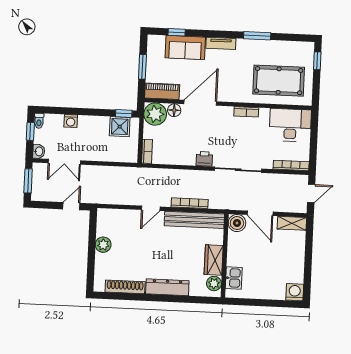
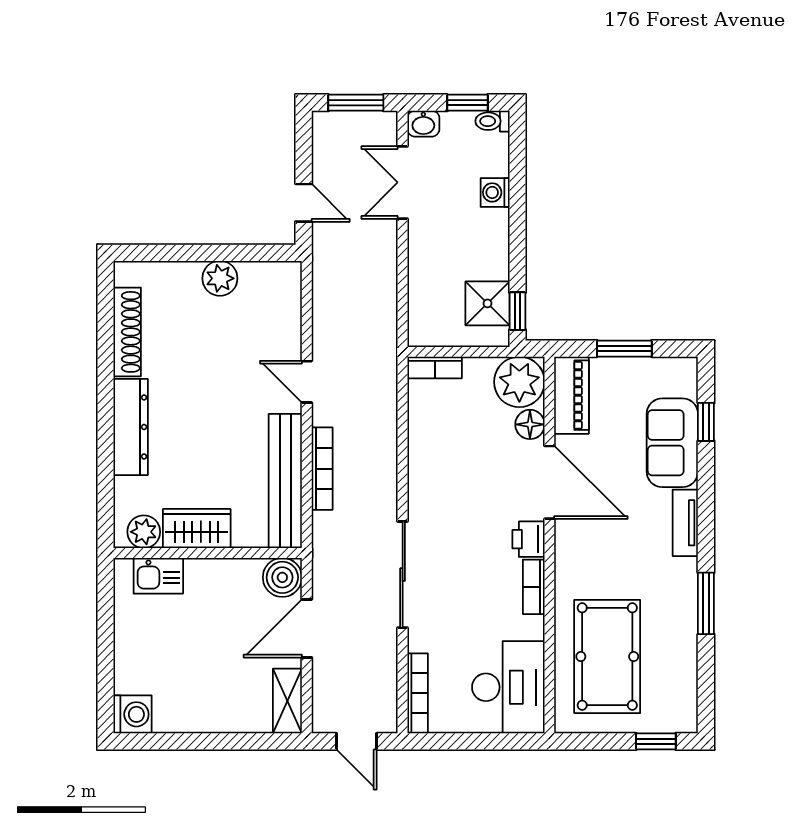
printer: (204, 159) -> (528, 539), moved, turned 180

